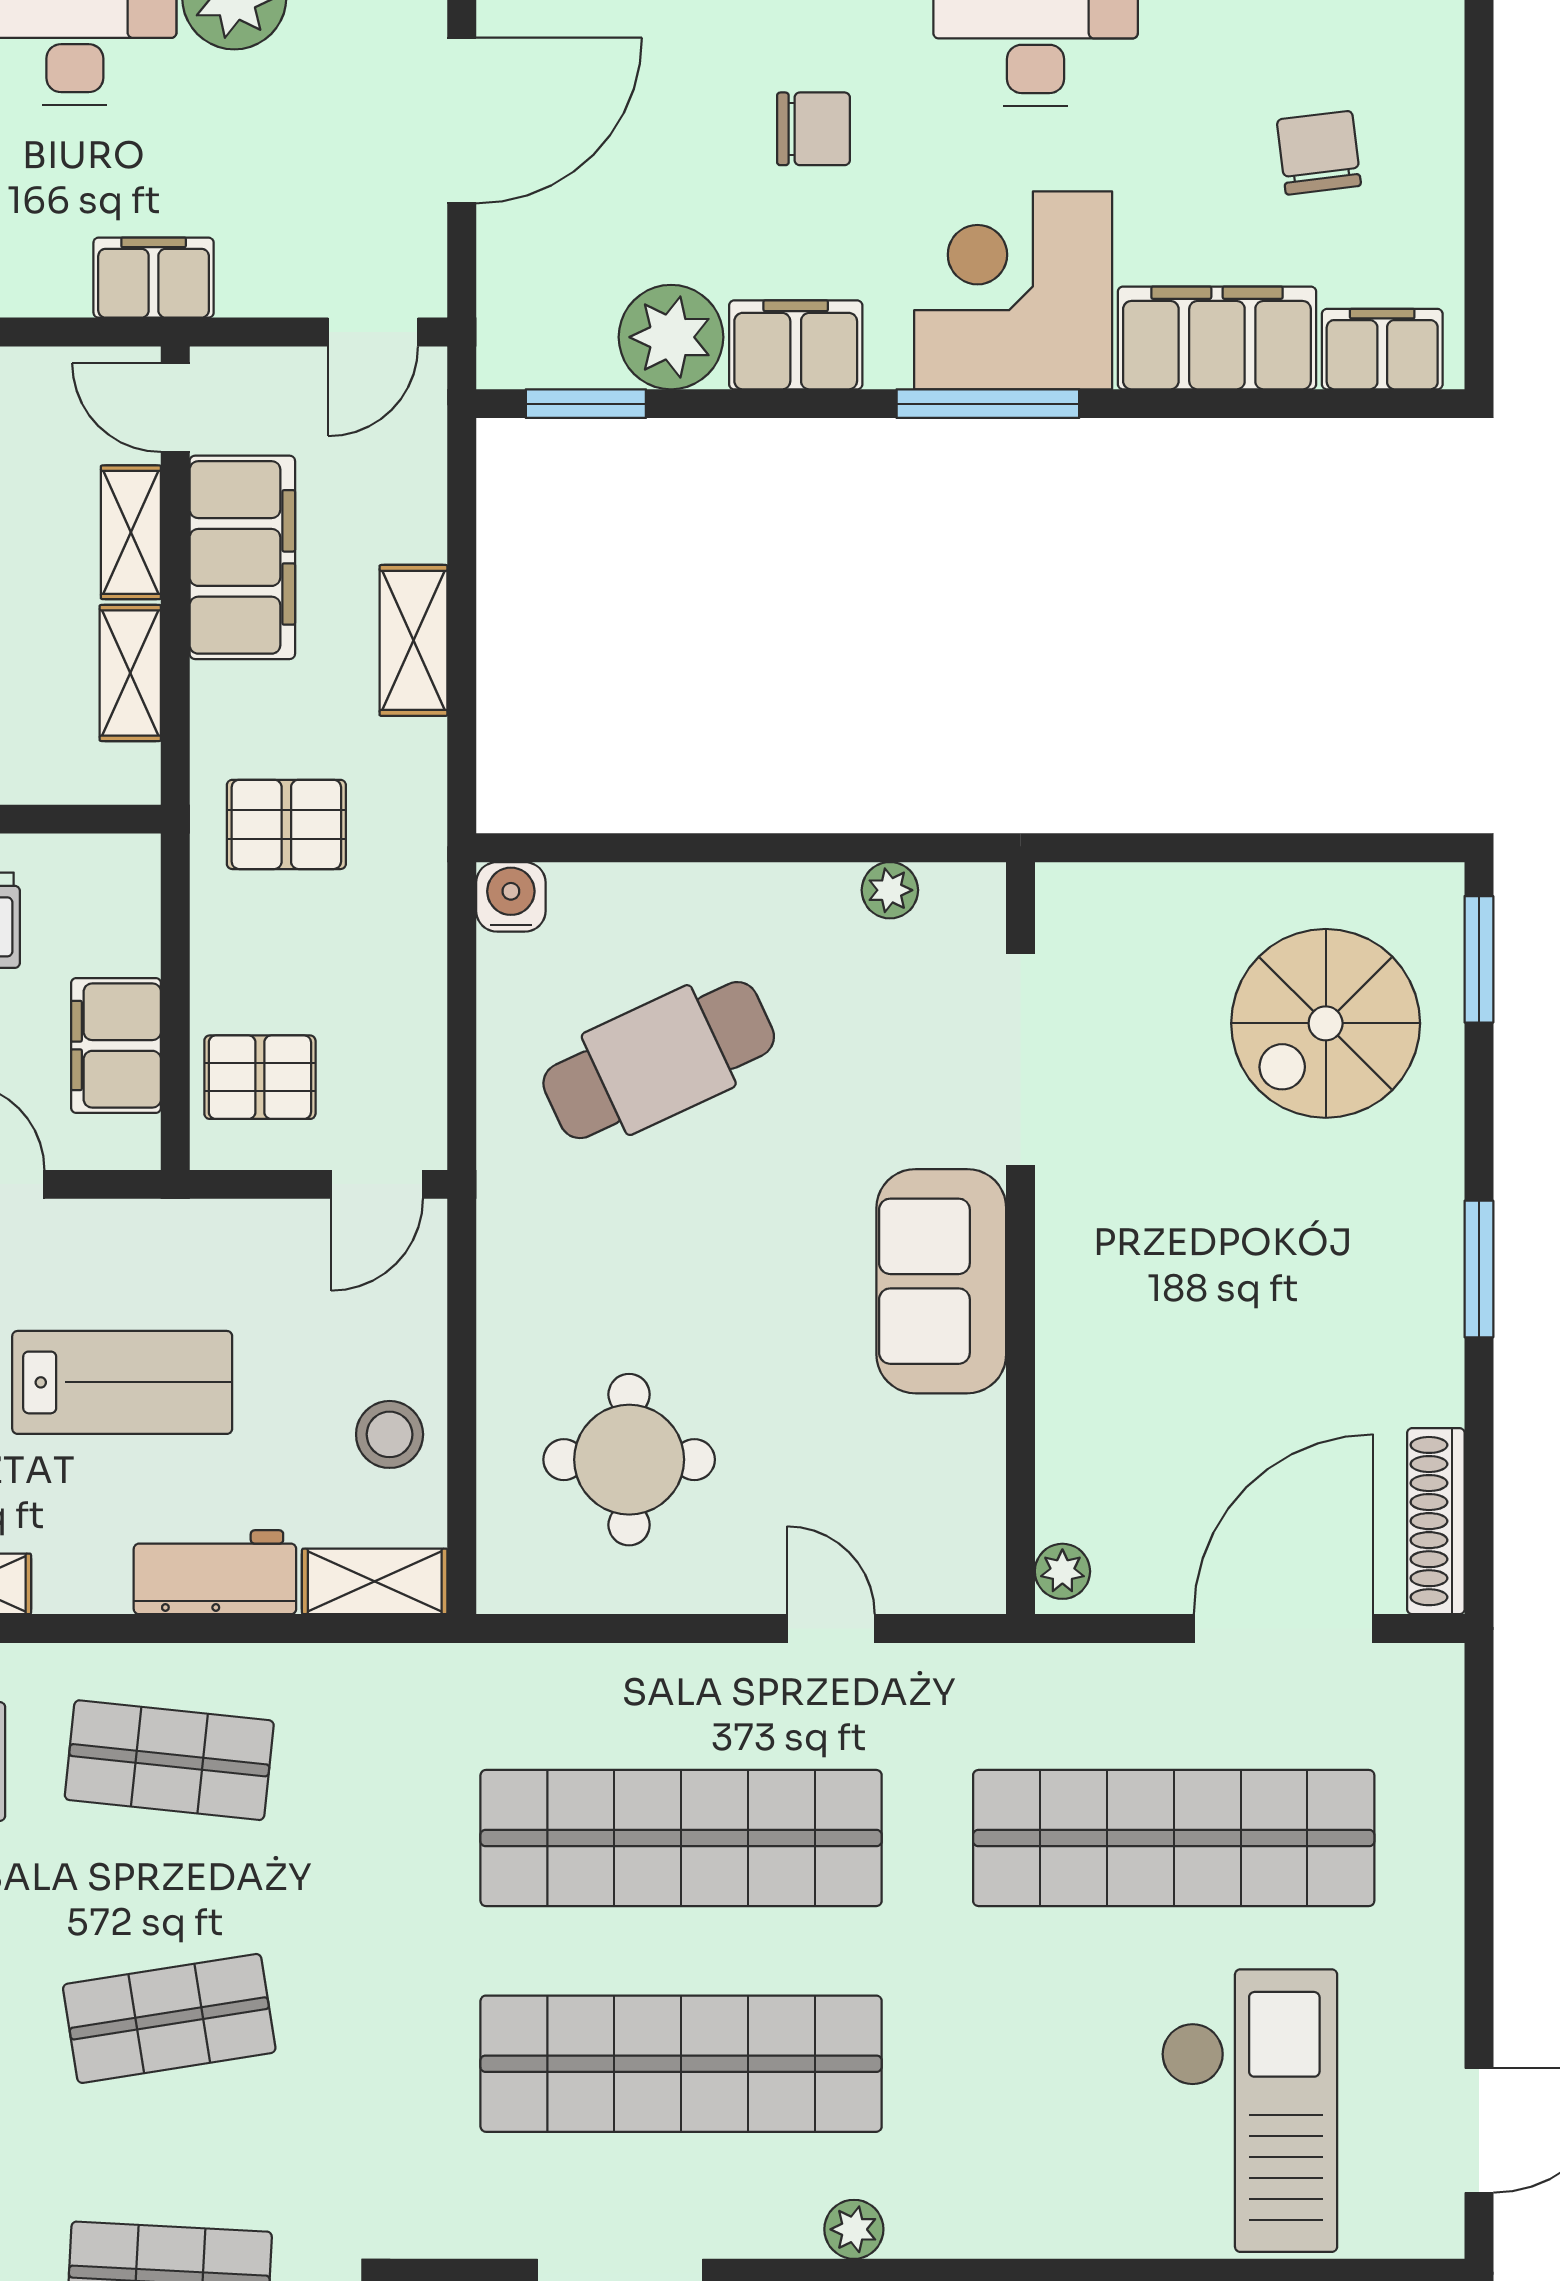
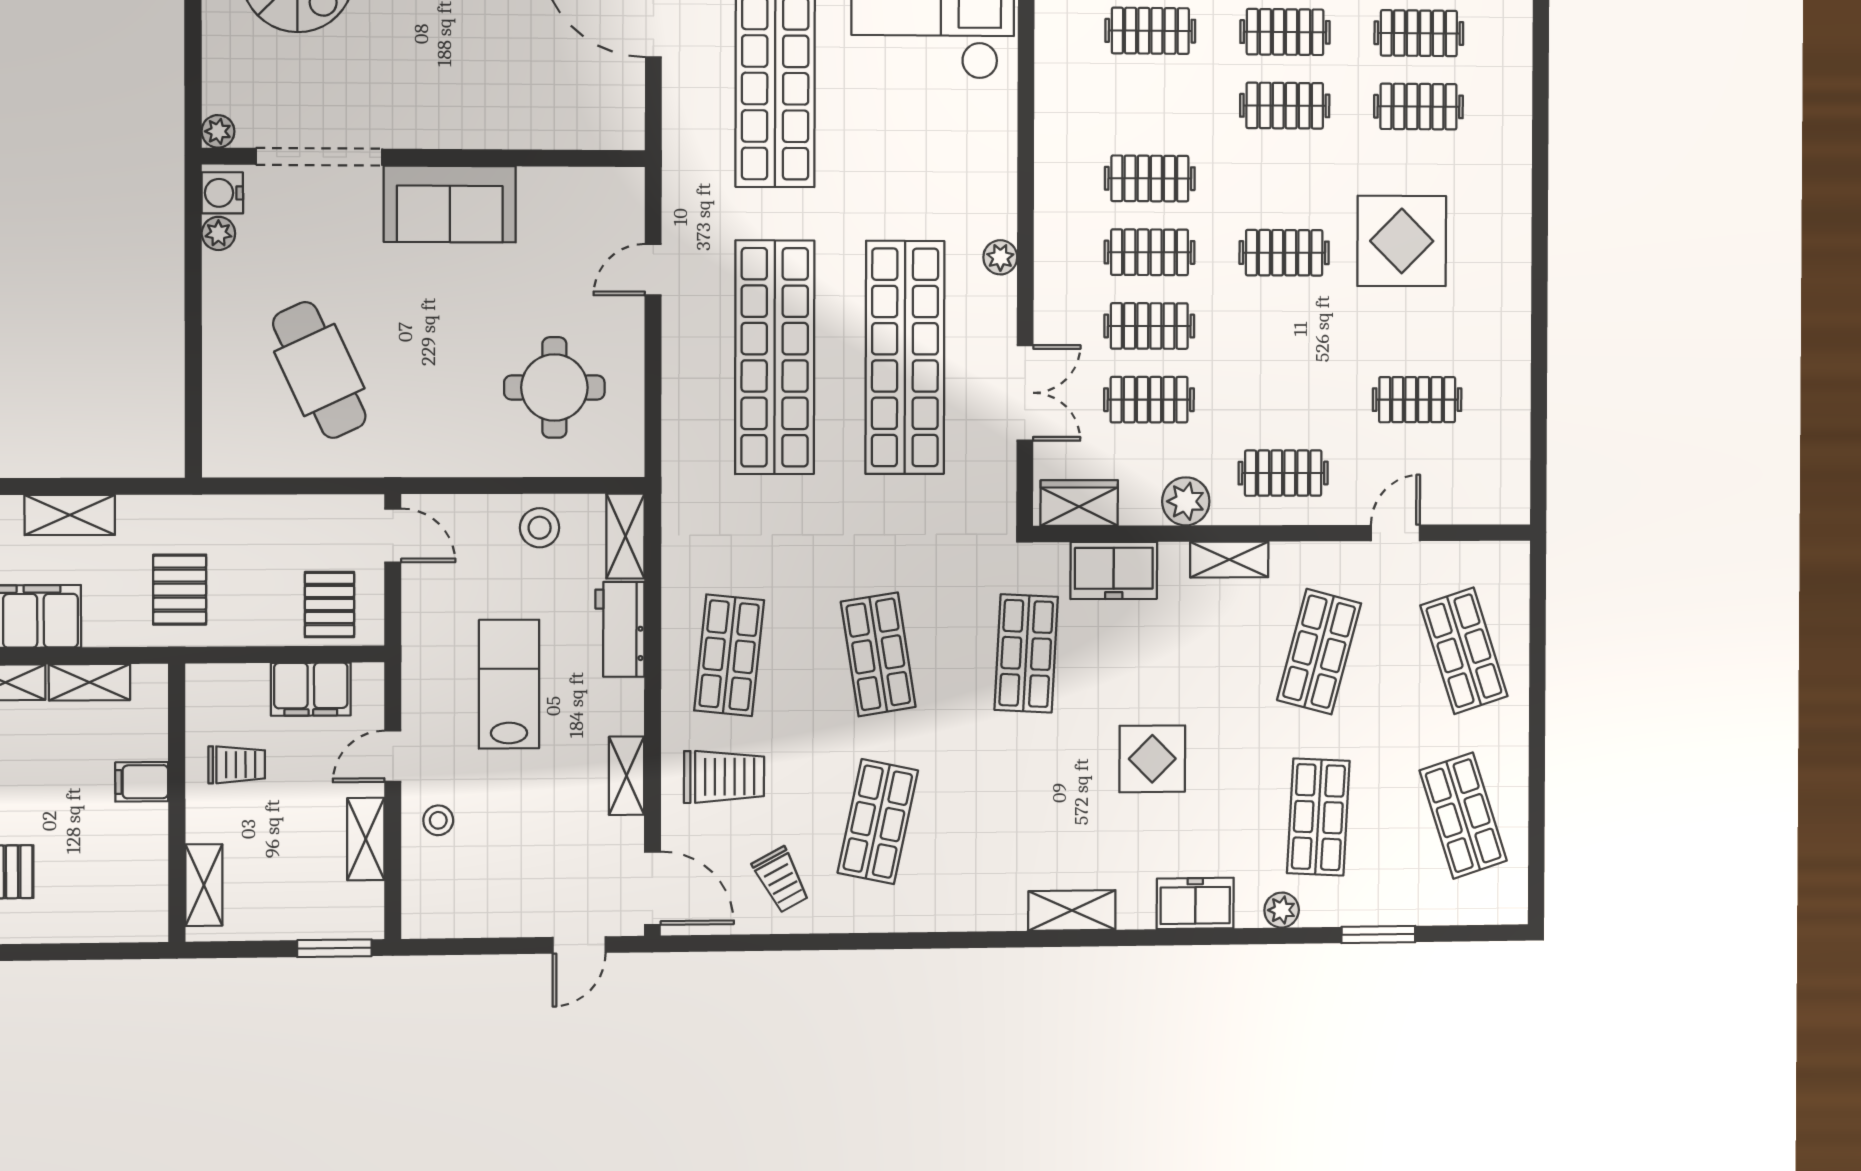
water cooler: (511, 897) -> (222, 193), moved
plant: (1062, 1571) -> (218, 131), moved

